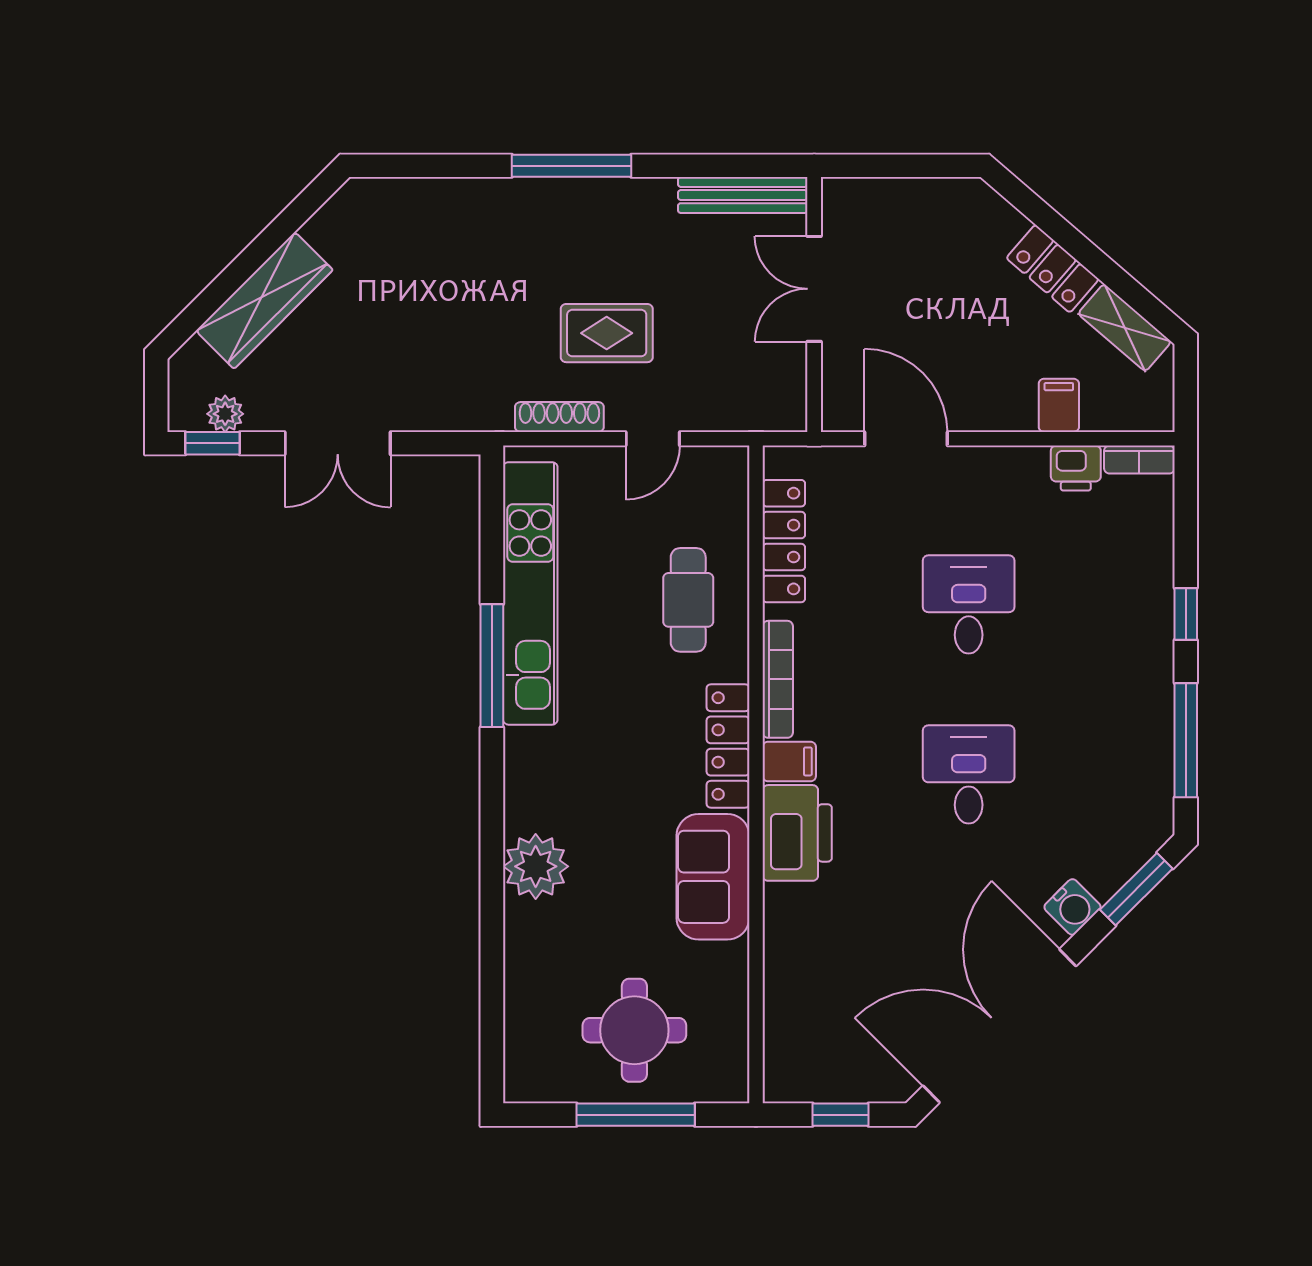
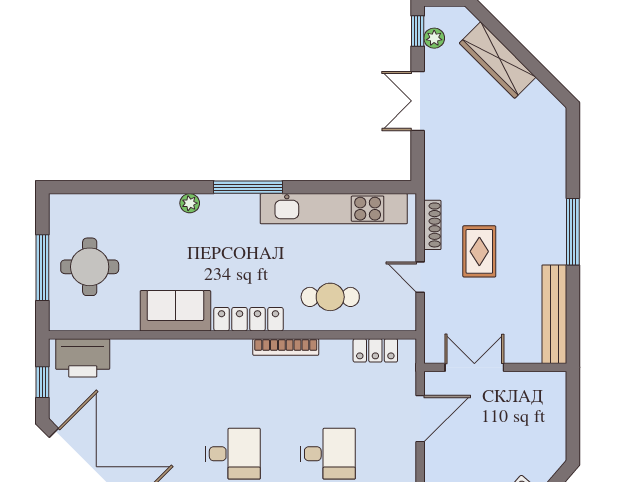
bench: (743, 195) -> (554, 314), width x1.37, depth x1.21
double door: (814, 289) -> (474, 367), moved
locker: (784, 541) -> (375, 350), width x0.66
window: (492, 666) -> (248, 187), moved
filing cabinet: (789, 761) -> (240, 353), removed
printer: (797, 833) -> (83, 358), moved
plant: (536, 866) -> (190, 203), width x0.53, depth x0.53

